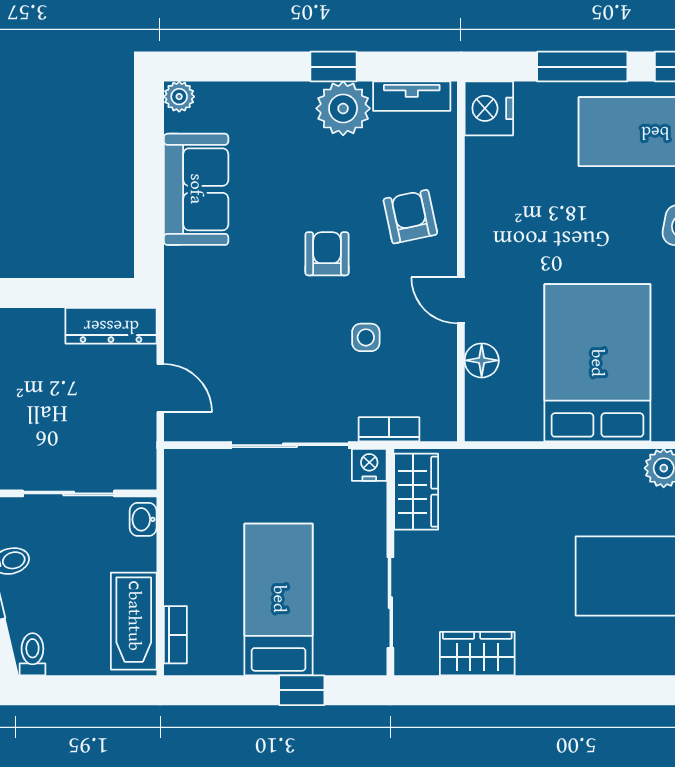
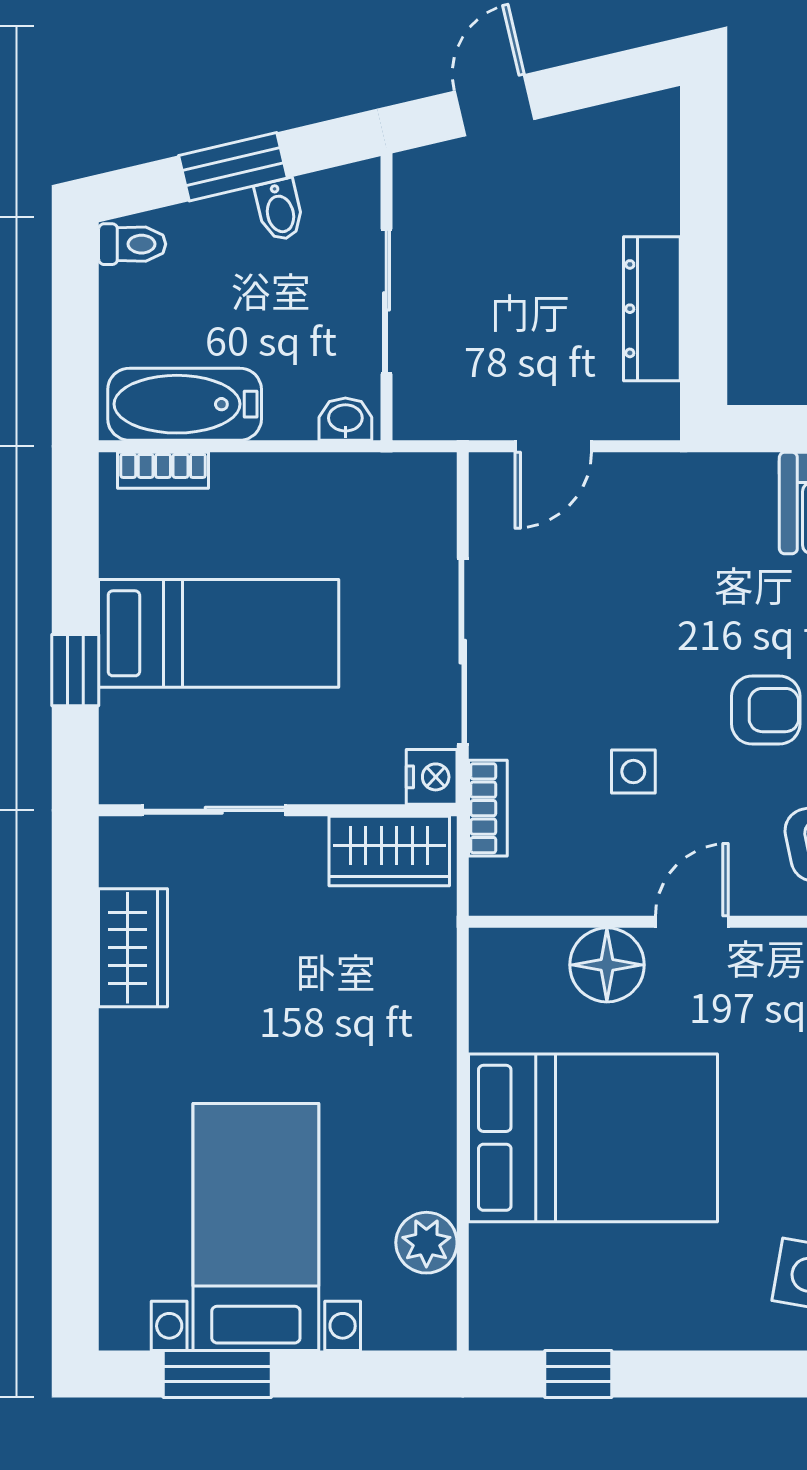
dresser: (111, 326) -> (652, 309), moved
floor lamp: (482, 360) -> (607, 965), width x1.38, depth x1.38

